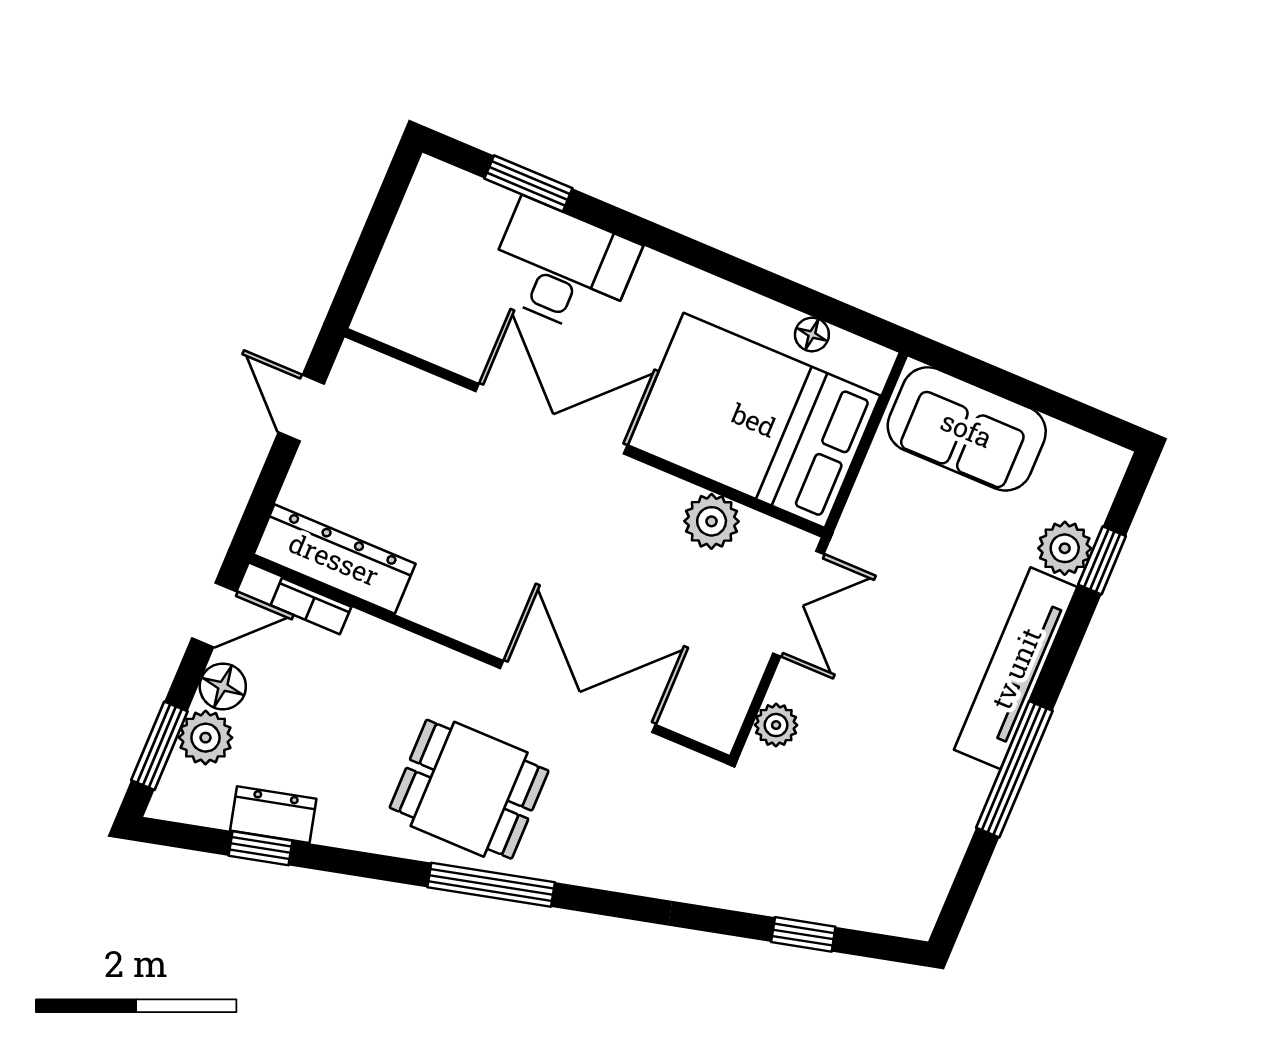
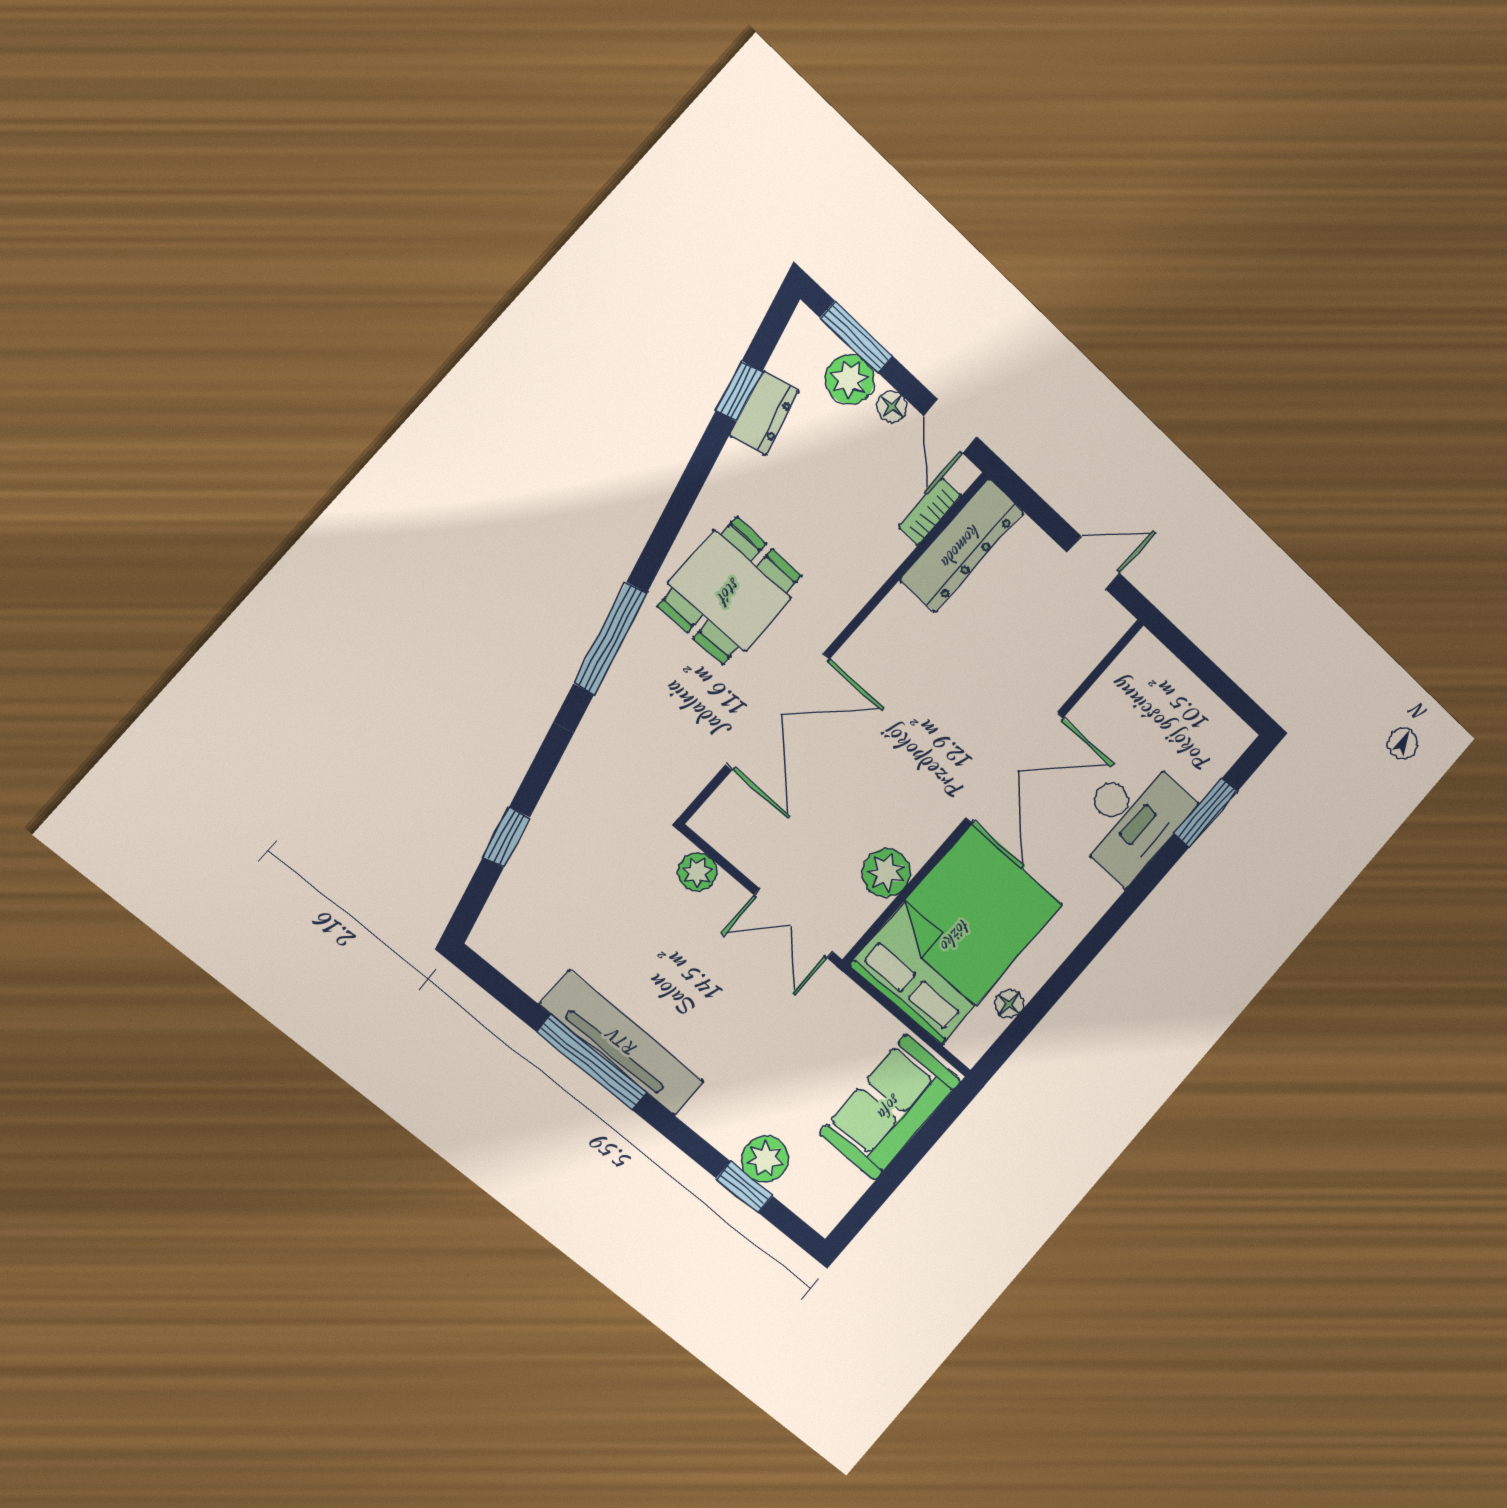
tv unit: (1016, 668) -> (622, 1043), moved
floor lamp: (223, 686) -> (892, 407), width x0.73, depth x0.73
window: (491, 885) -> (610, 638), moved

